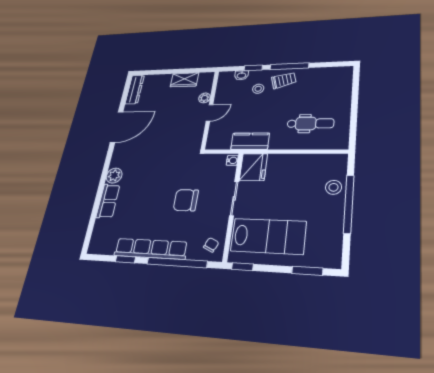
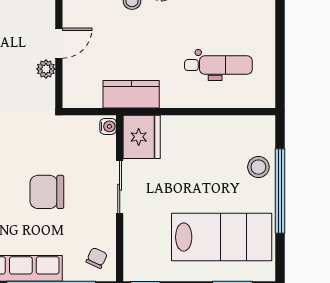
plant: (204, 98) -> (46, 69), moved
lab bench: (268, 236) -> (222, 237), moved

